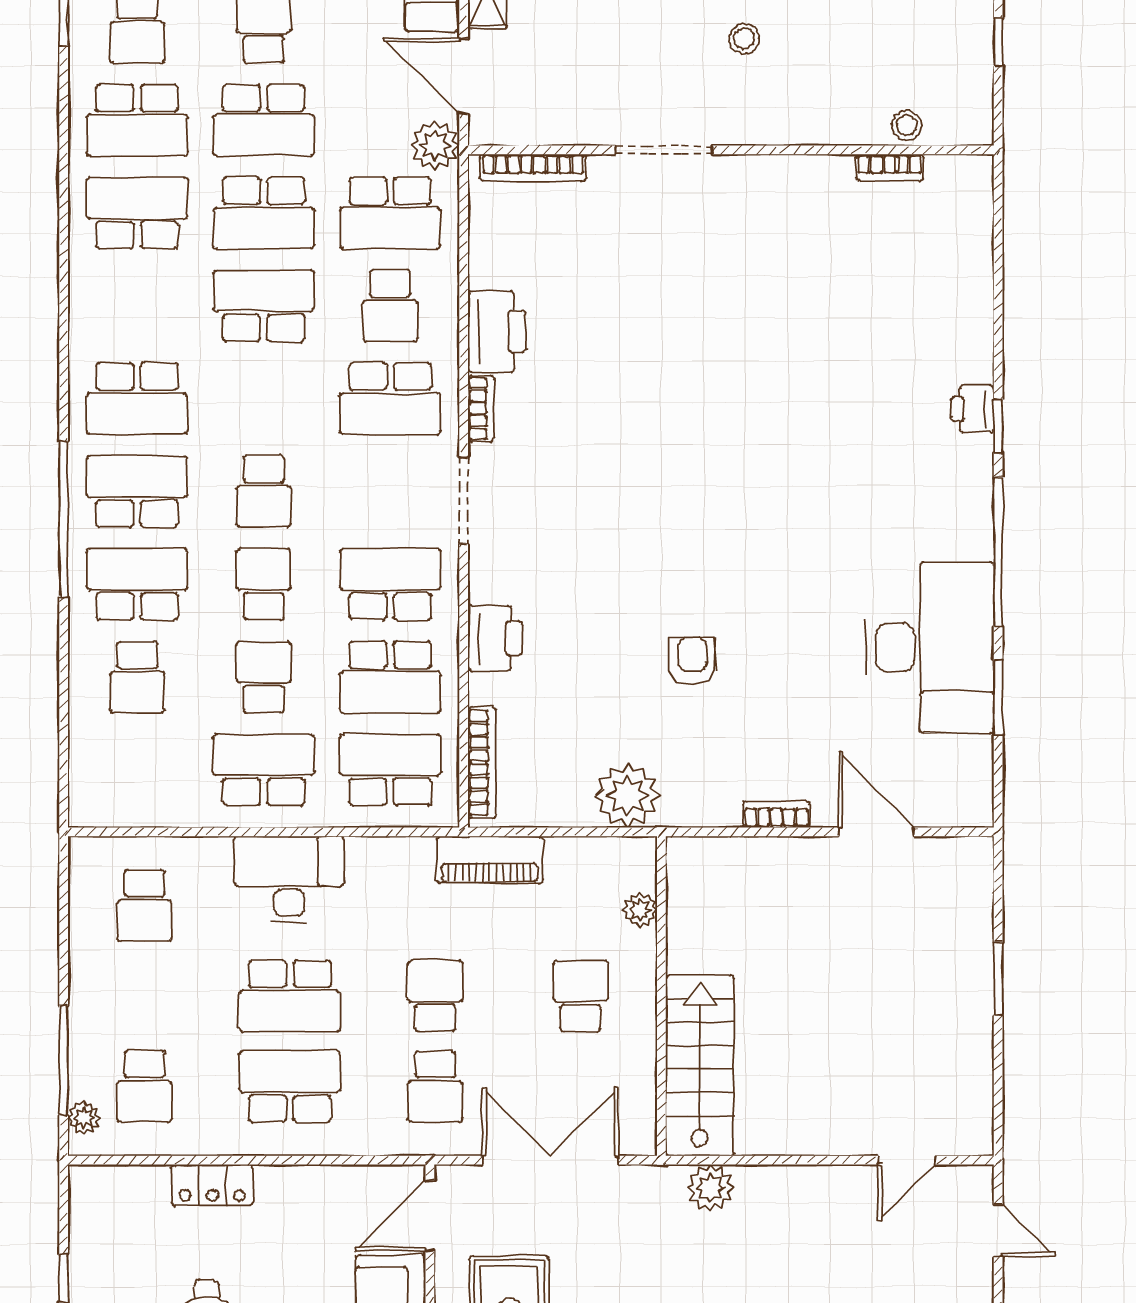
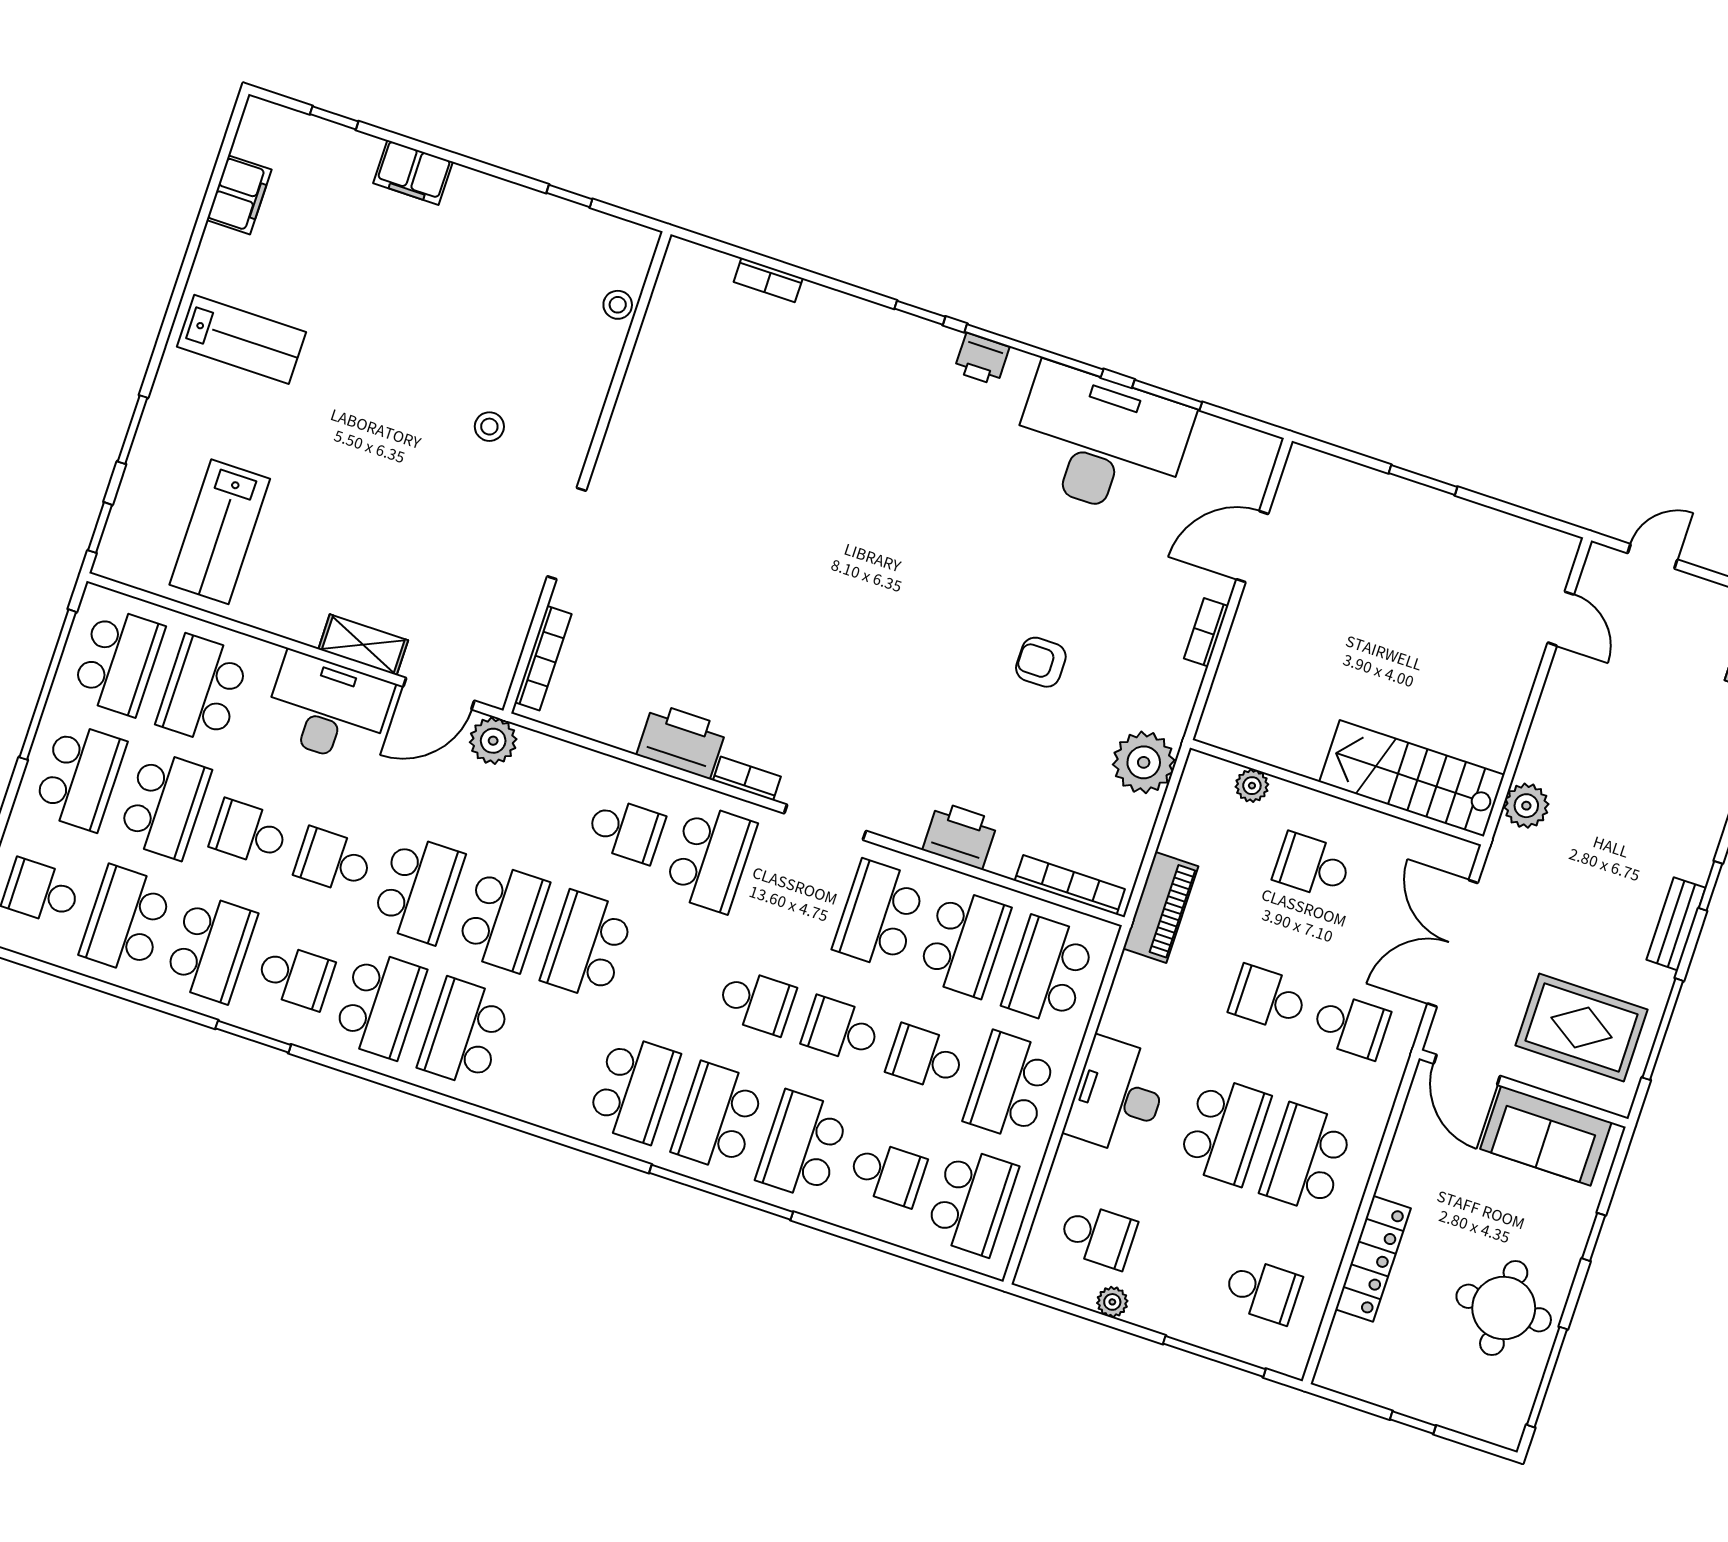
bookcase: (890, 168) -> (768, 280), moved, turned 90
school desk: (390, 213) -> (972, 1201), moved
printer: (973, 409) -> (982, 359), moved
plant: (84, 1118) -> (1112, 1302), moved
locker: (212, 1185) -> (1373, 1259), width x1.53

